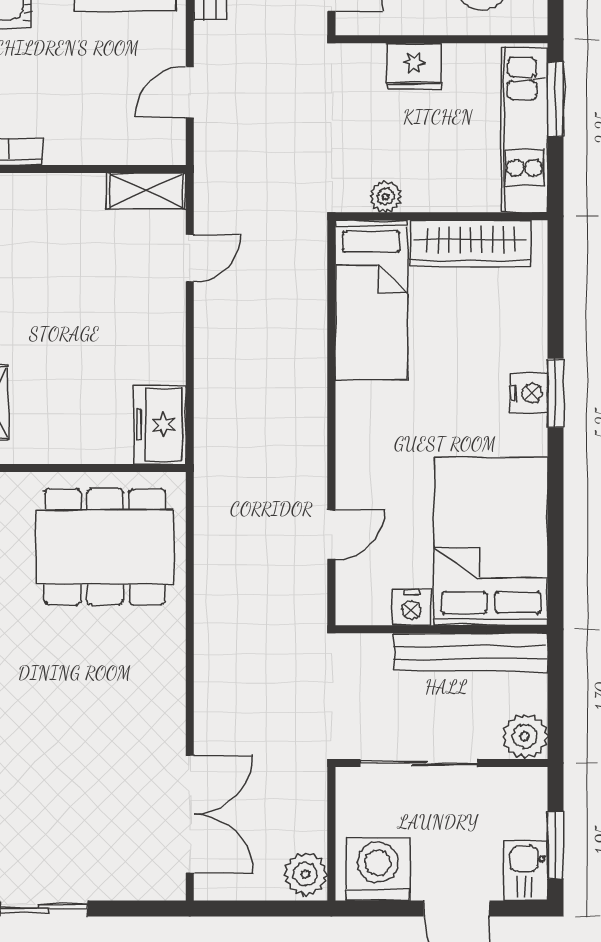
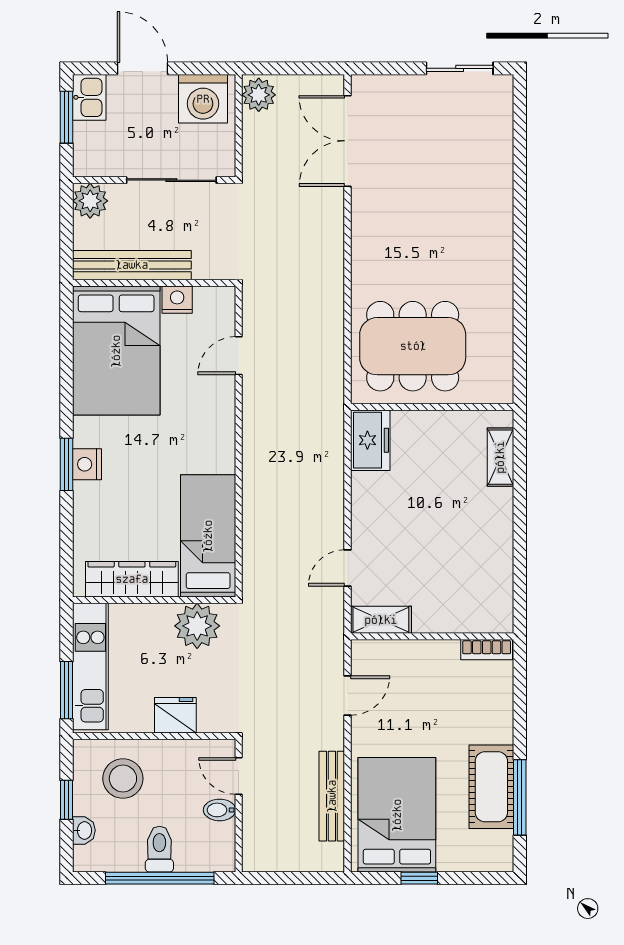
plant: (385, 196) -> (197, 626), width x1.87, depth x1.87

